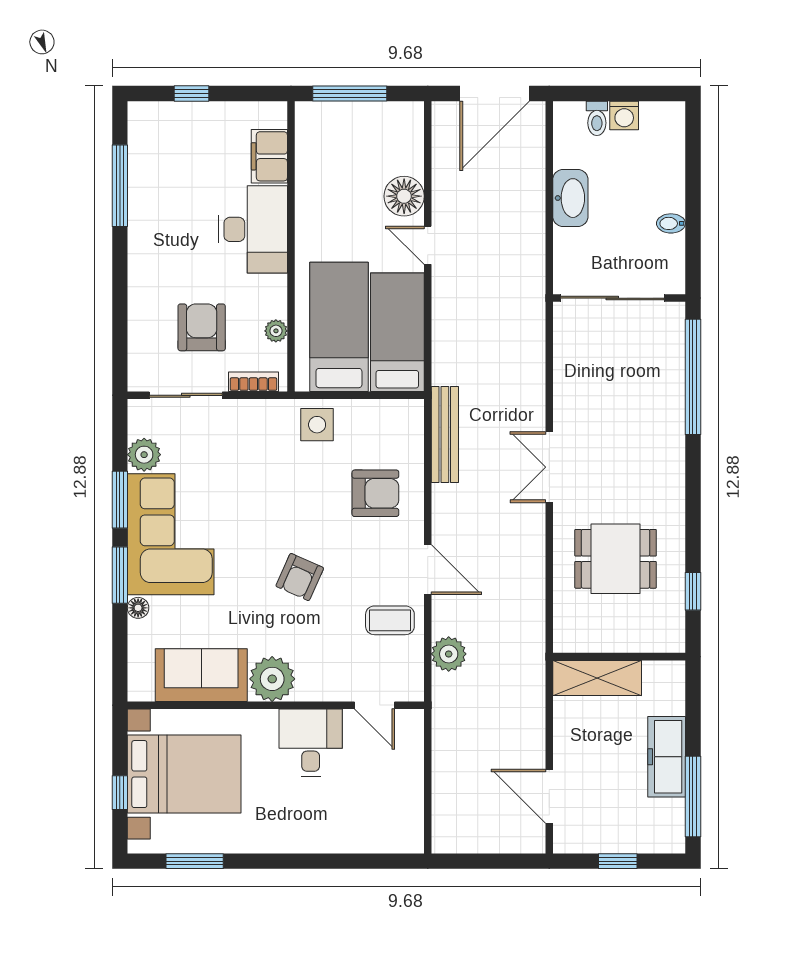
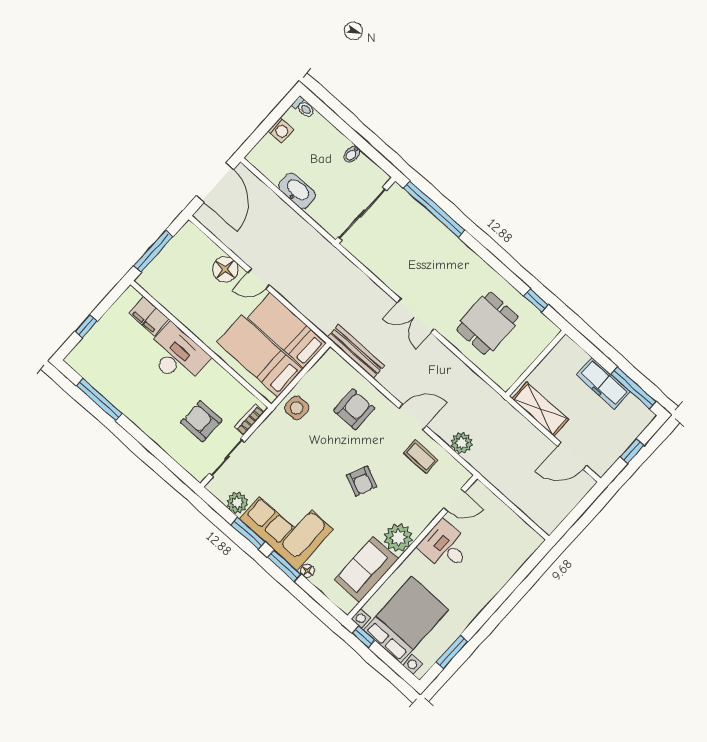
toilet: (597, 118) -> (304, 108), moved
plant: (276, 331) -> (235, 387), removed
coffee table: (390, 620) -> (421, 457), turned 90
shelving: (597, 678) -> (540, 409), moved, turned 90
window: (120, 793) -> (364, 637), moved

